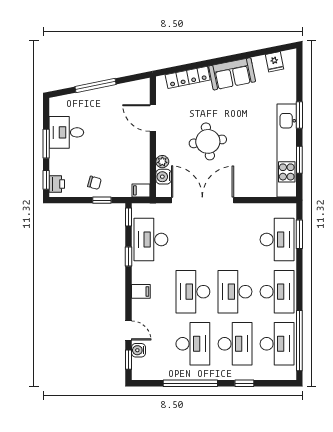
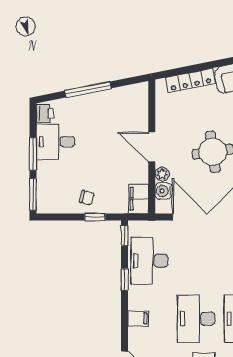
door: (153, 118) -> (152, 147), moved
window: (46, 180) -> (33, 194), width x1.50
printer: (57, 184) -> (45, 113), moved
filing cabinet: (141, 190) -> (138, 199), width x2.00

